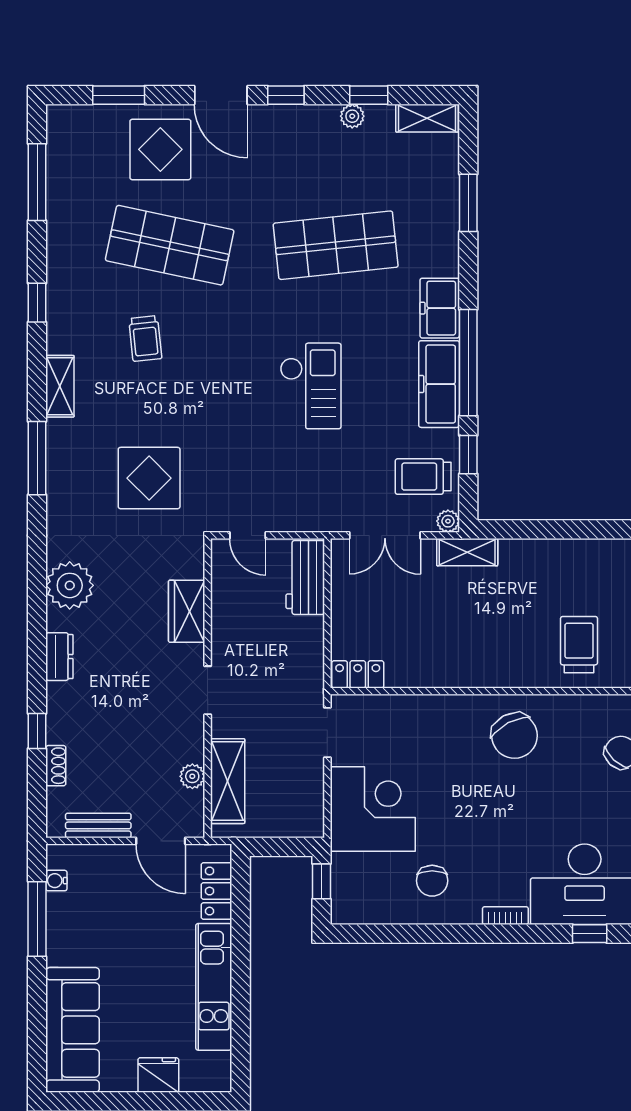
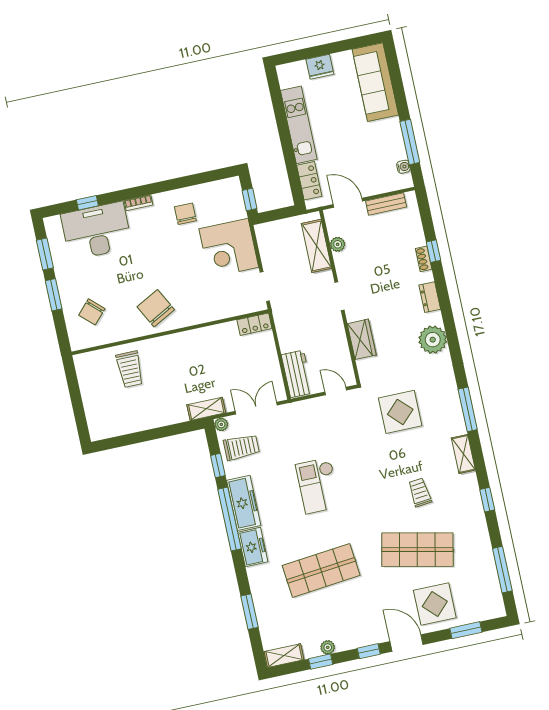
shoe rack: (56, 766) -> (424, 259), moved

